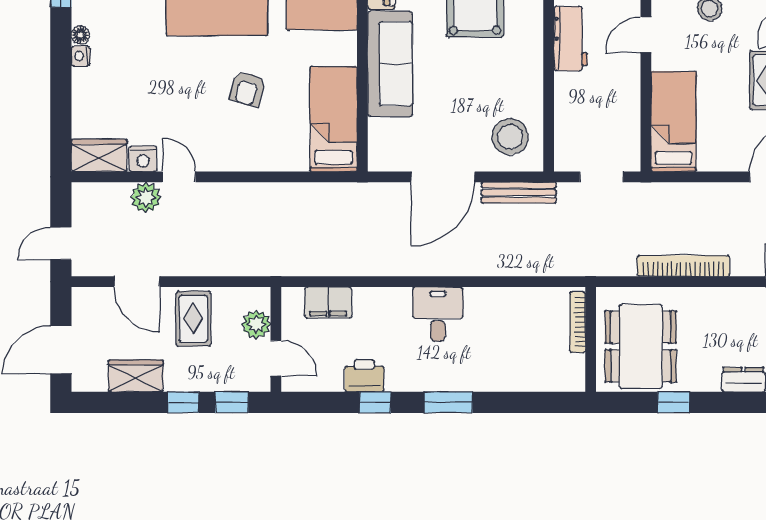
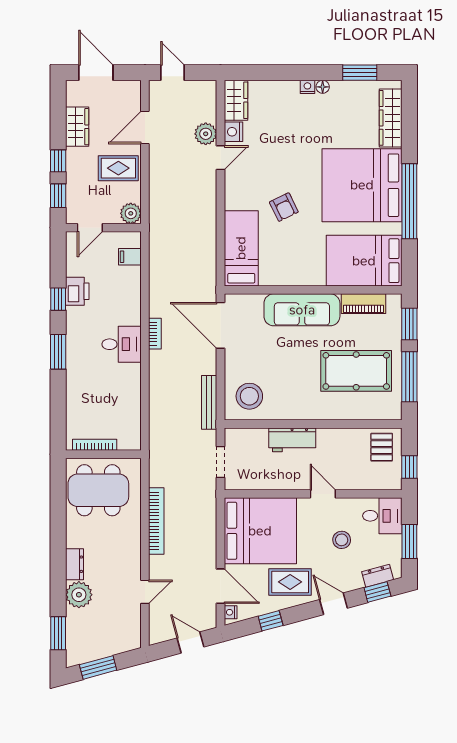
workbench: (571, 38) -> (292, 440), moved
armchair: (247, 89) -> (284, 207), turned -132
bed: (334, 119) -> (241, 248), moved, turned -90
bed: (674, 121) -> (260, 531), width x2.04
door: (443, 177) -> (221, 325), moved
bookcase: (423, 268) -> (155, 334), added
filing cabinet: (328, 303) -> (130, 257), width x0.50
bookcase: (578, 322) -> (95, 445), moved
plant: (256, 324) -> (131, 213), moved
window: (674, 402) -> (58, 514), removed

